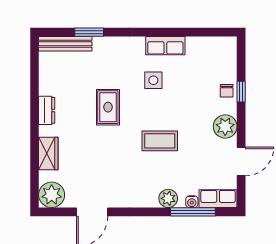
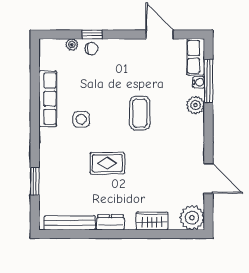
bench: (65, 44) -> (70, 223), moved, turned 90
row of seats: (165, 46) -> (48, 99), width x1.48
plant: (225, 126) -> (72, 45), moved, width x0.53, depth x0.53

